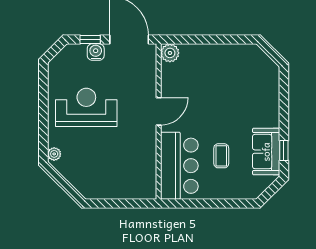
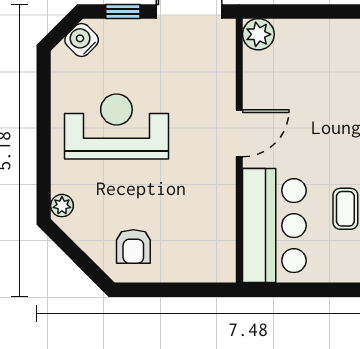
water cooler: (96, 52) -> (82, 40), moved, turned -45
armchair: (96, 178) -> (133, 247), added

